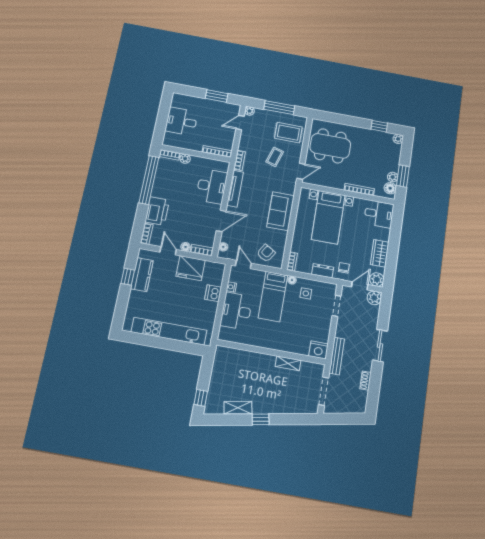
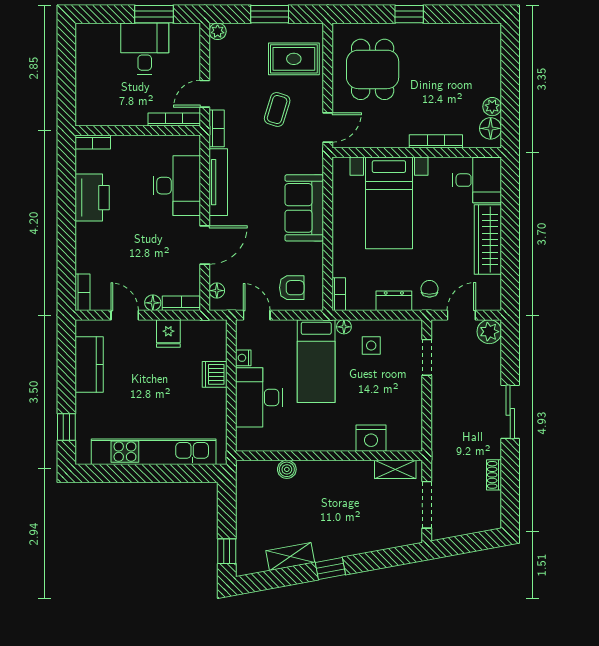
window: (279, 108) -> (270, 14), width x0.69
desk: (181, 121) -> (145, 49), moved, turned 90
door: (240, 123) -> (205, 94), moved
window: (379, 126) -> (409, 14), moved
plant: (398, 139) -> (492, 32), removed
dining table: (330, 146) -> (373, 69), width x0.73
plant: (185, 159) -> (121, 144), removed
window: (403, 176) -> (510, 101), removed
window: (149, 180) -> (66, 195), removed
printer: (157, 211) -> (92, 198), moved
armchair: (266, 253) -> (292, 288), turned 58
wardrobe: (380, 253) -> (488, 240), width x1.50
fridge: (191, 268) -> (168, 333), width x0.53, depth x0.75
window: (128, 277) -> (66, 427), moved
plant: (377, 279) -> (489, 299), removed
nightstand: (318, 350) -> (371, 438), moved
boiler: (245, 356) -> (287, 469), added
bench: (337, 356) -> (440, 442), removed
shelving: (288, 363) -> (395, 469), moved

